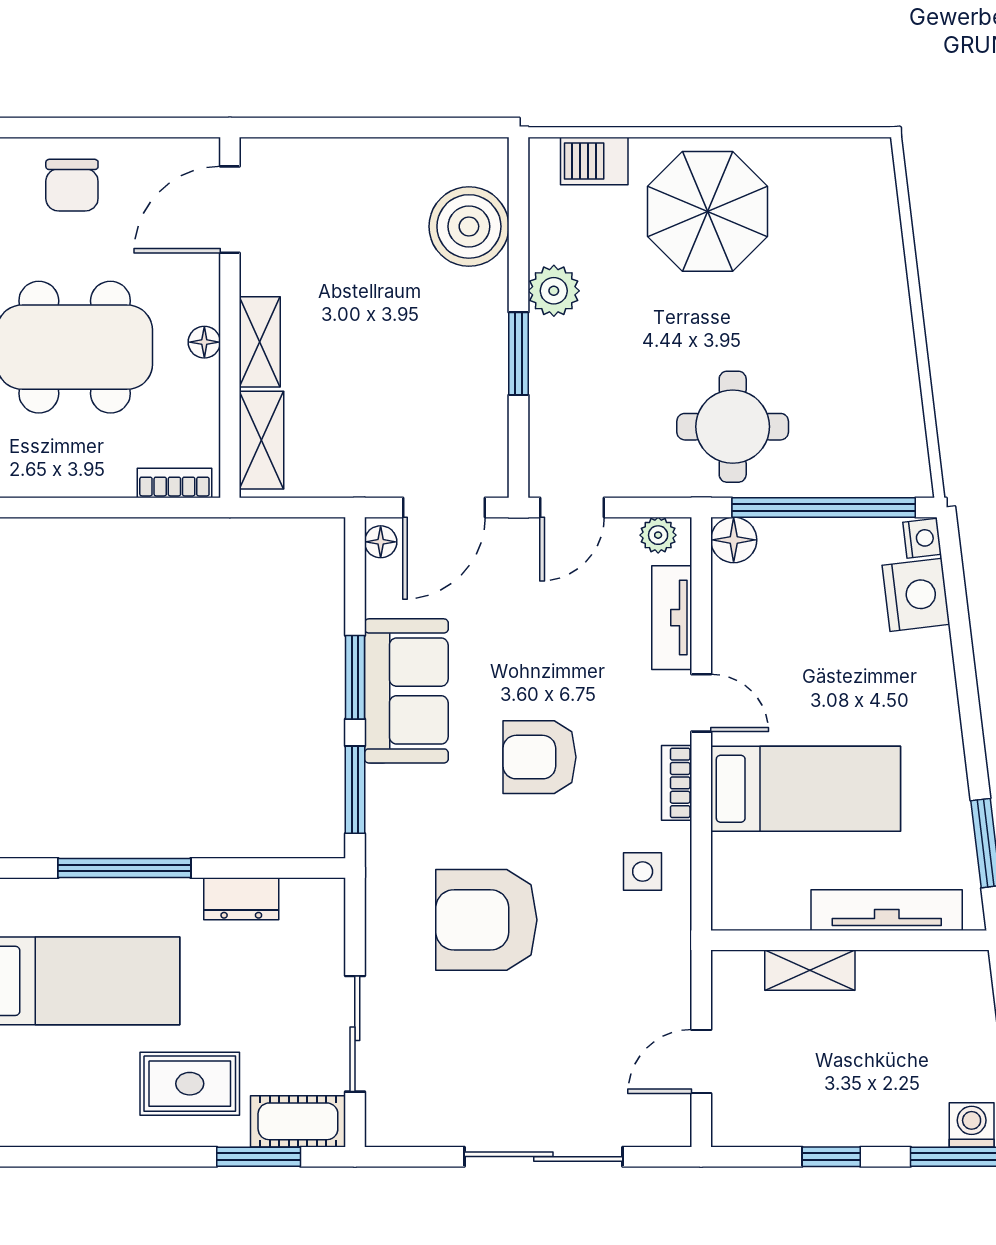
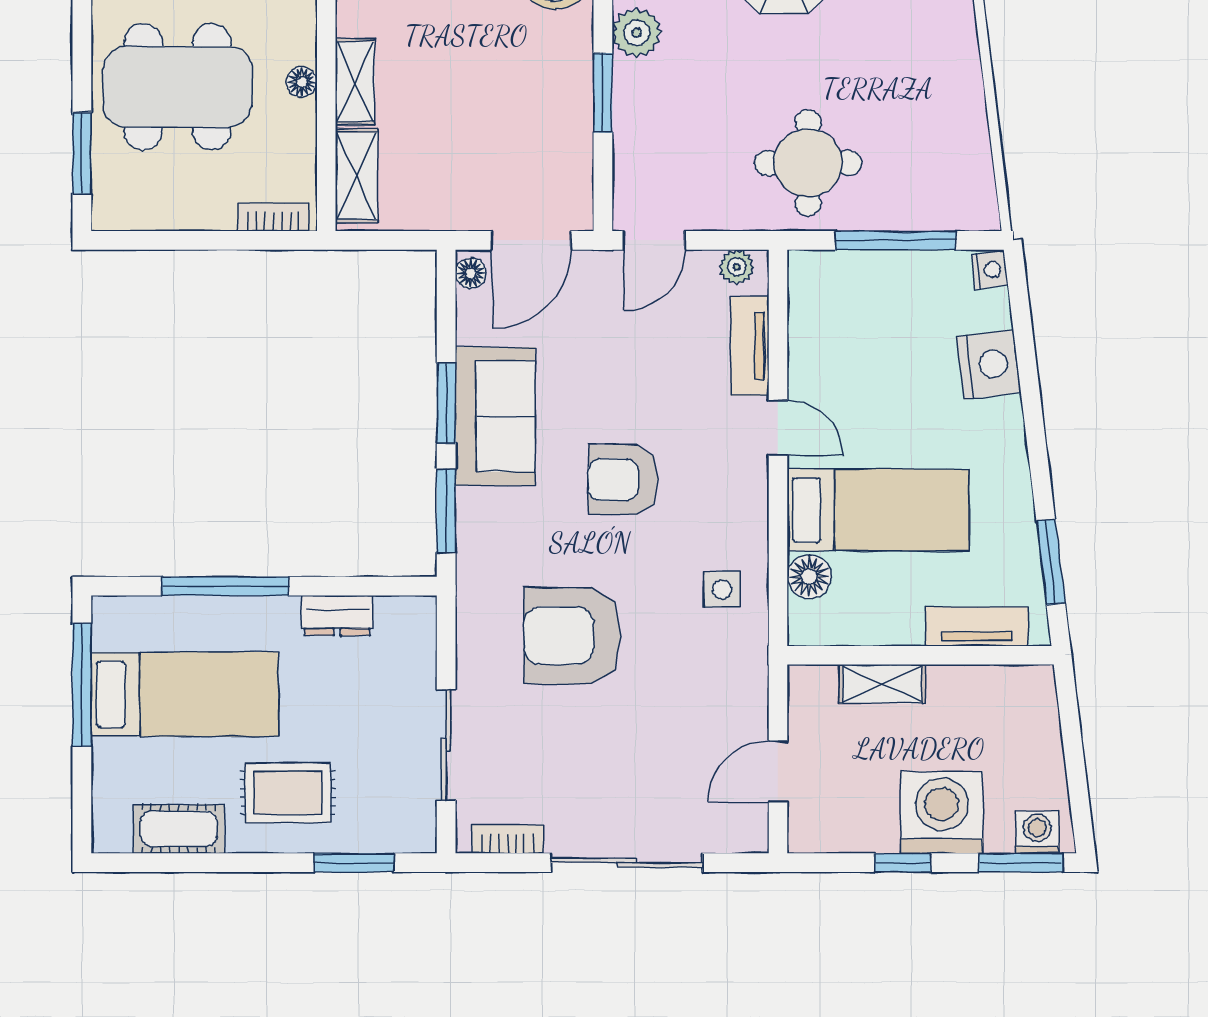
window: (824, 507) -> (895, 240), width x0.68
floor lamp: (734, 540) -> (809, 577), moved
nightstand: (916, 595) -> (989, 364), moved
bookcase: (677, 783) -> (508, 839), moved, turned 90
tv unit: (887, 910) -> (977, 626), width x0.71
washing machine: (872, 1104) -> (942, 812), added
cot: (298, 1121) -> (179, 829), moved

